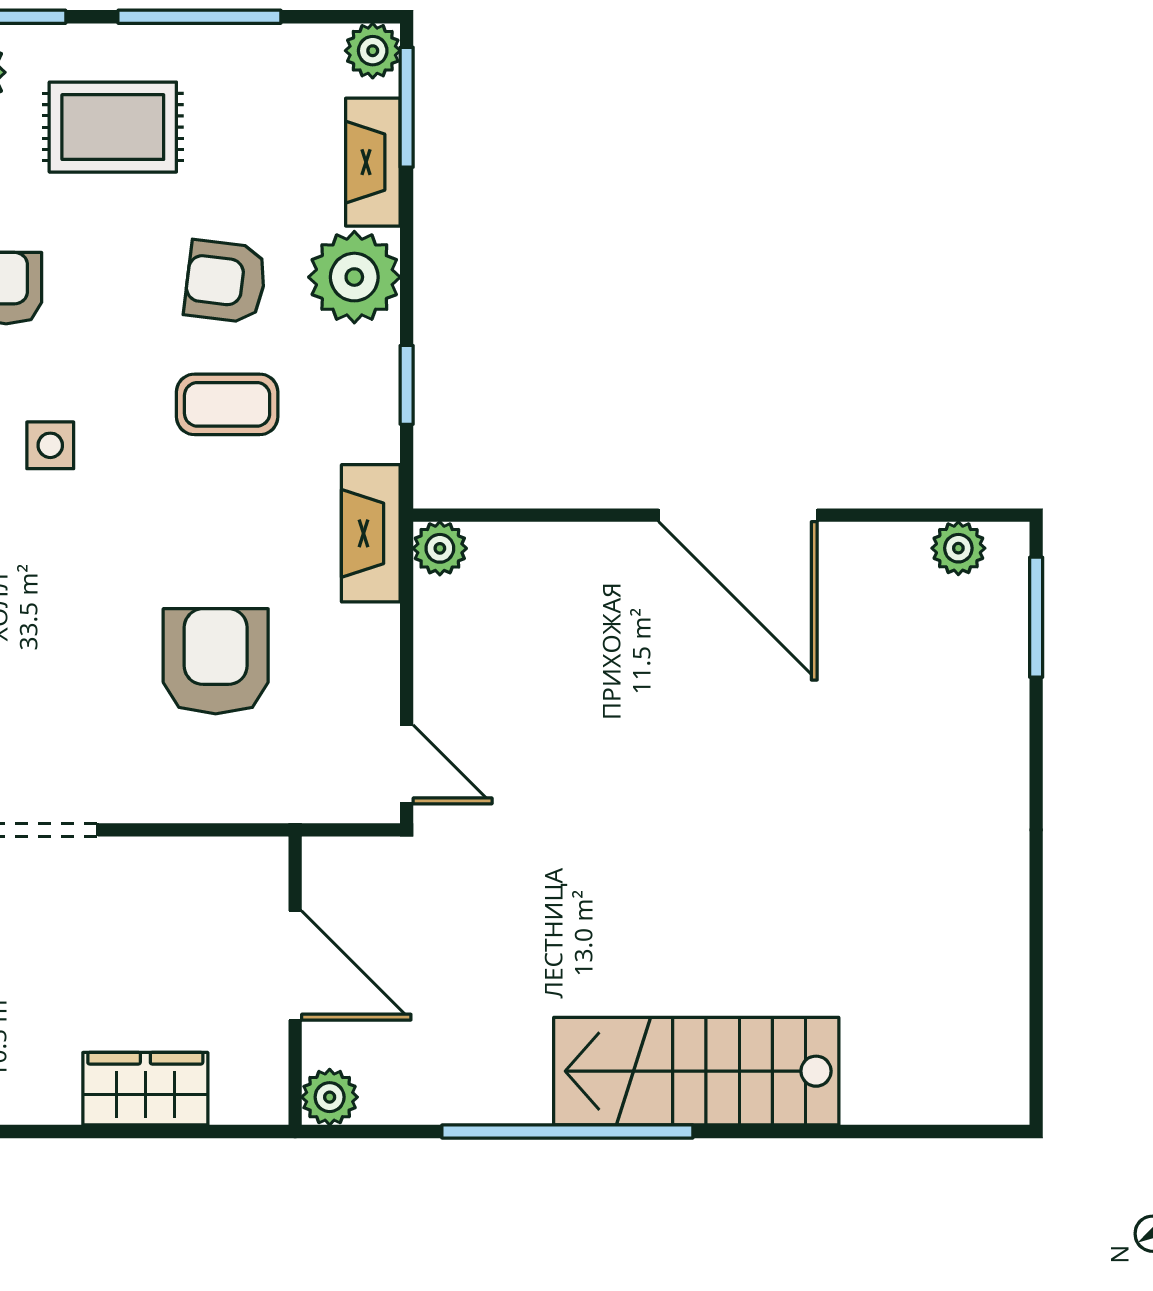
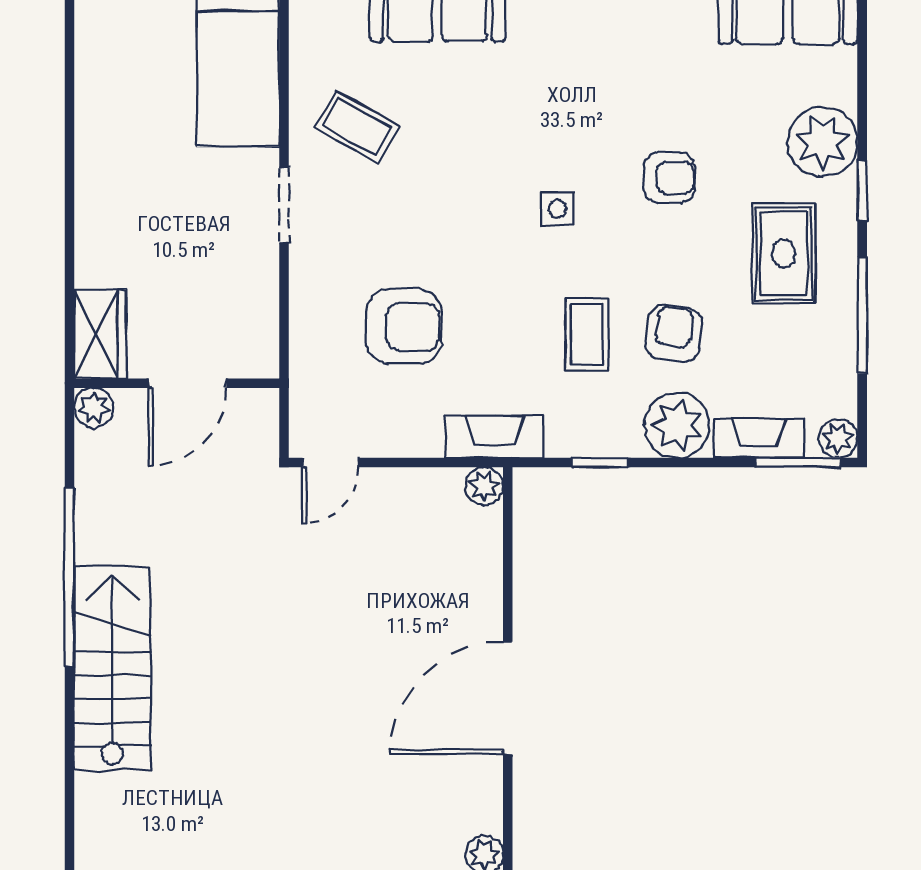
wardrobe: (145, 1089) -> (100, 334), moved

